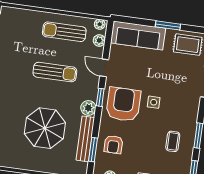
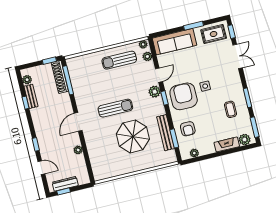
door: (104, 68) -> (159, 75), swing flipped
sun lounger: (55, 72) -> (115, 108), moved
plant: (88, 108) -> (155, 92), moved

